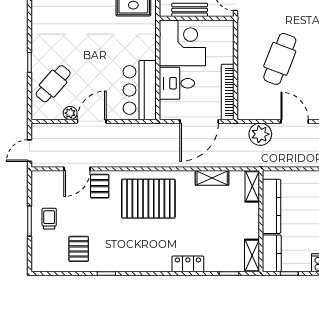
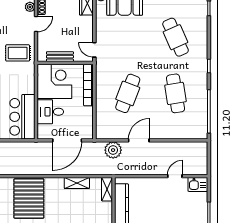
bookcase: (228, 92) -> (88, 85), moved
door: (295, 121) -> (139, 140), hinge flipped
pallet: (148, 199) -> (29, 198), turned 90

